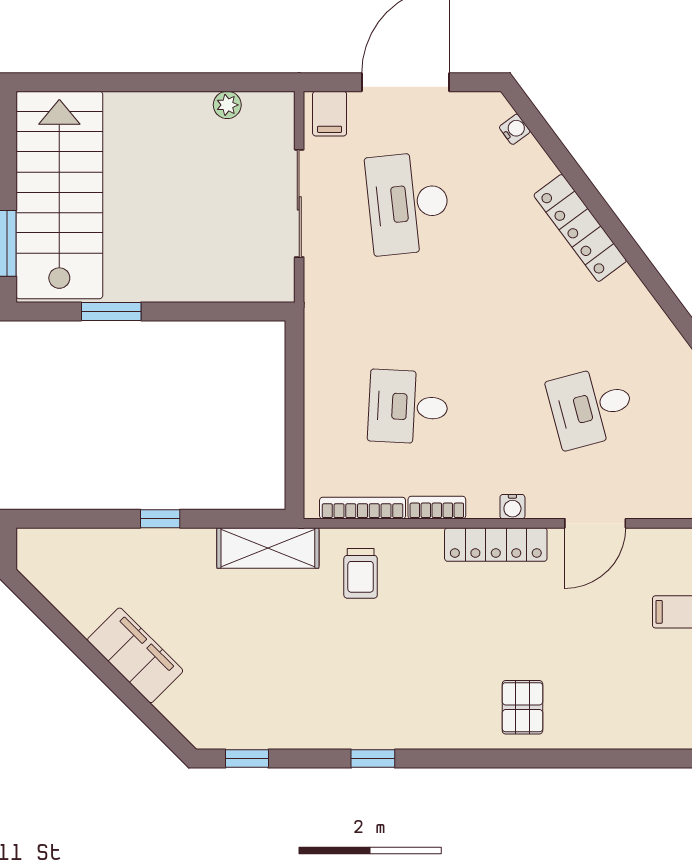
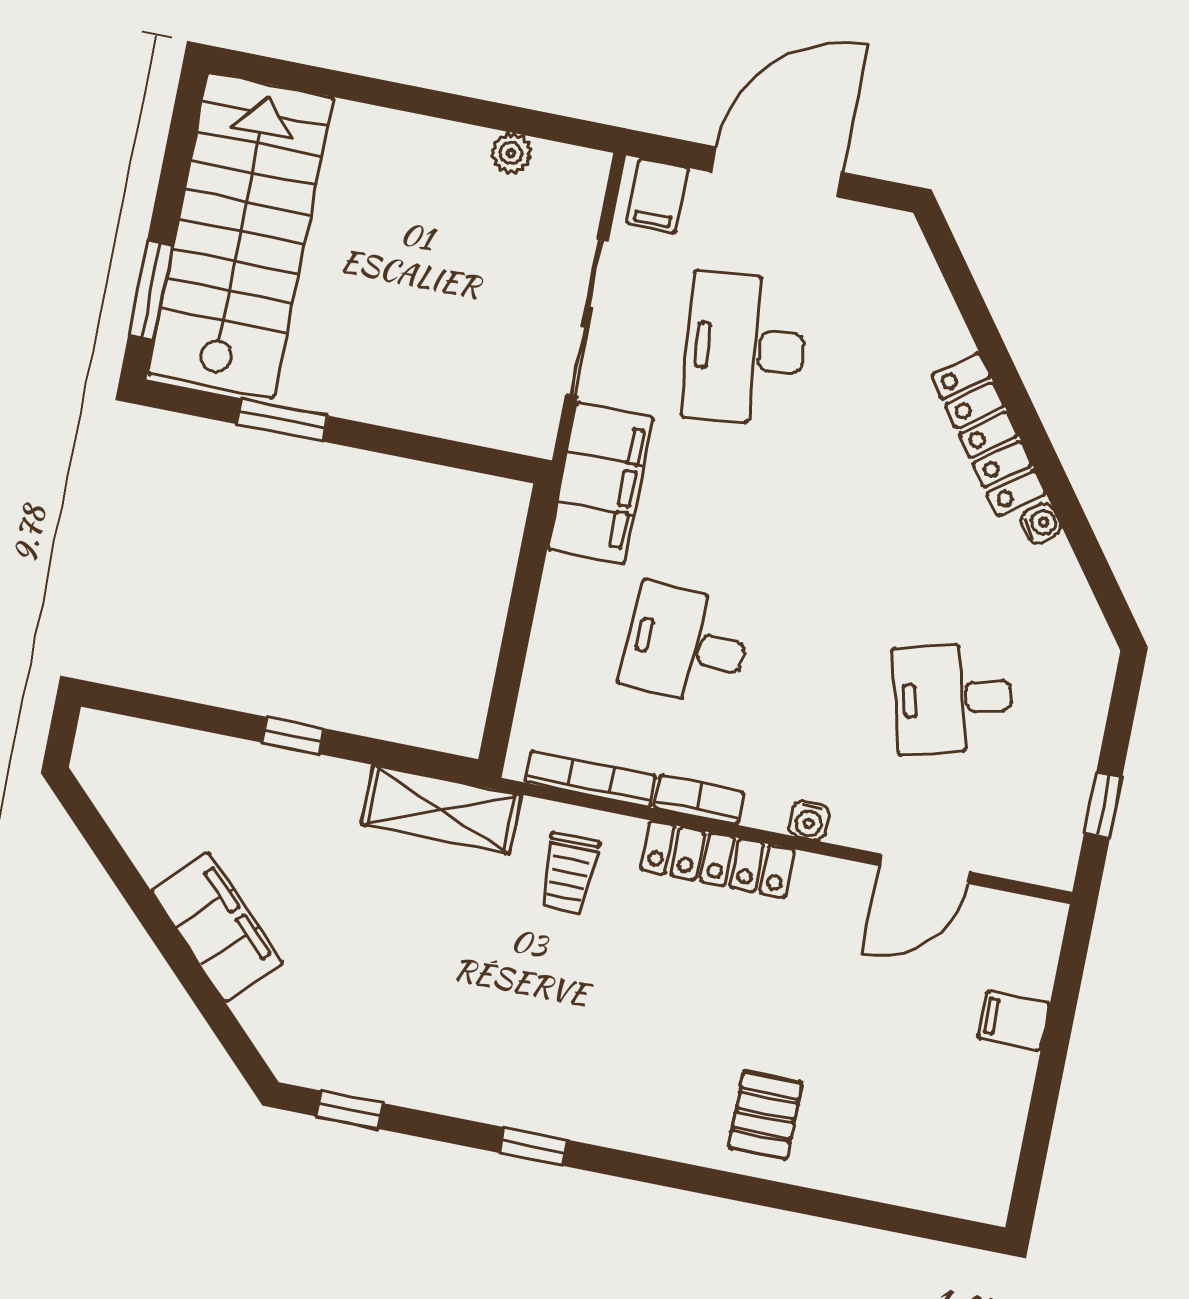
water cooler: (515, 129) -> (1041, 523), moved
filing cabinet: (330, 311) -> (600, 483), added
locker: (496, 544) -> (717, 859), moved

